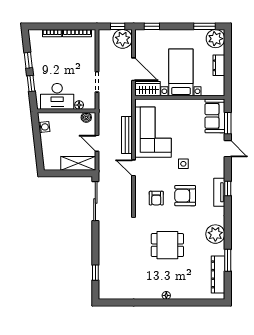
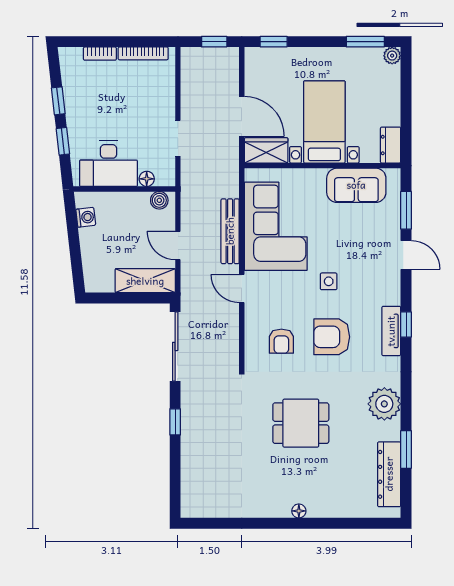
plant: (123, 39) -> (223, 64), removed
plant: (215, 39) -> (392, 56), width x0.53, depth x0.53
dresser: (219, 65) -> (391, 145), moved
sofa: (215, 116) -> (356, 185), moved, turned -90
window: (95, 273) -> (175, 422), moved

